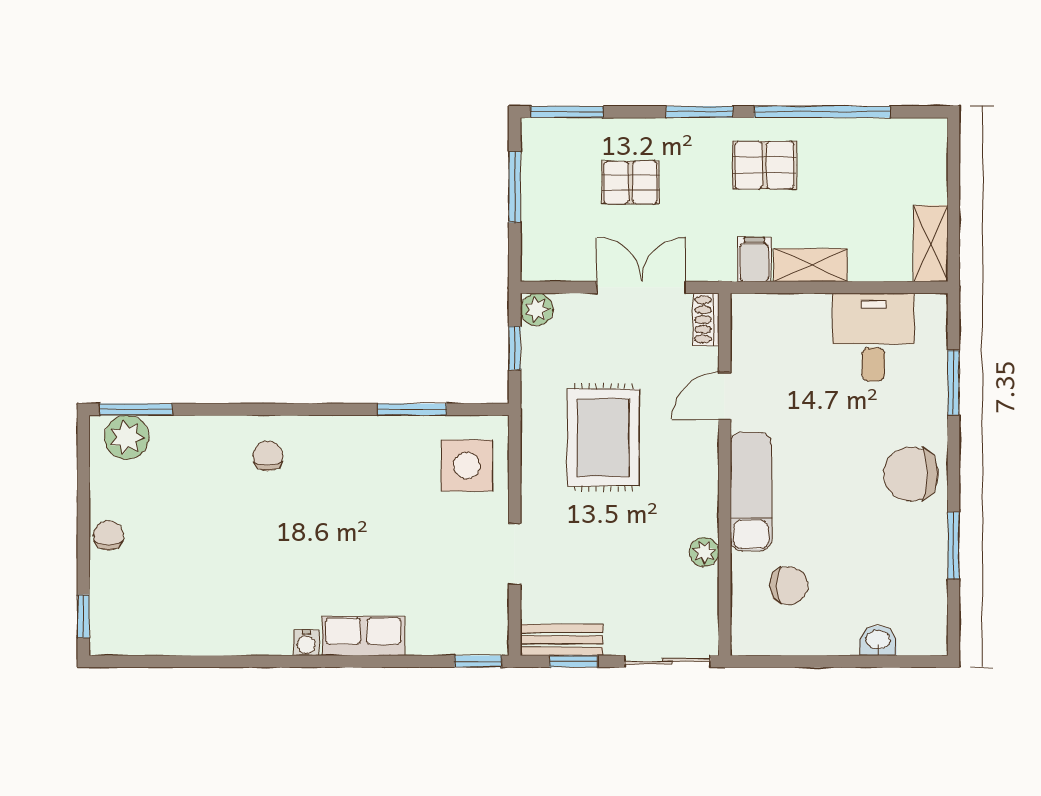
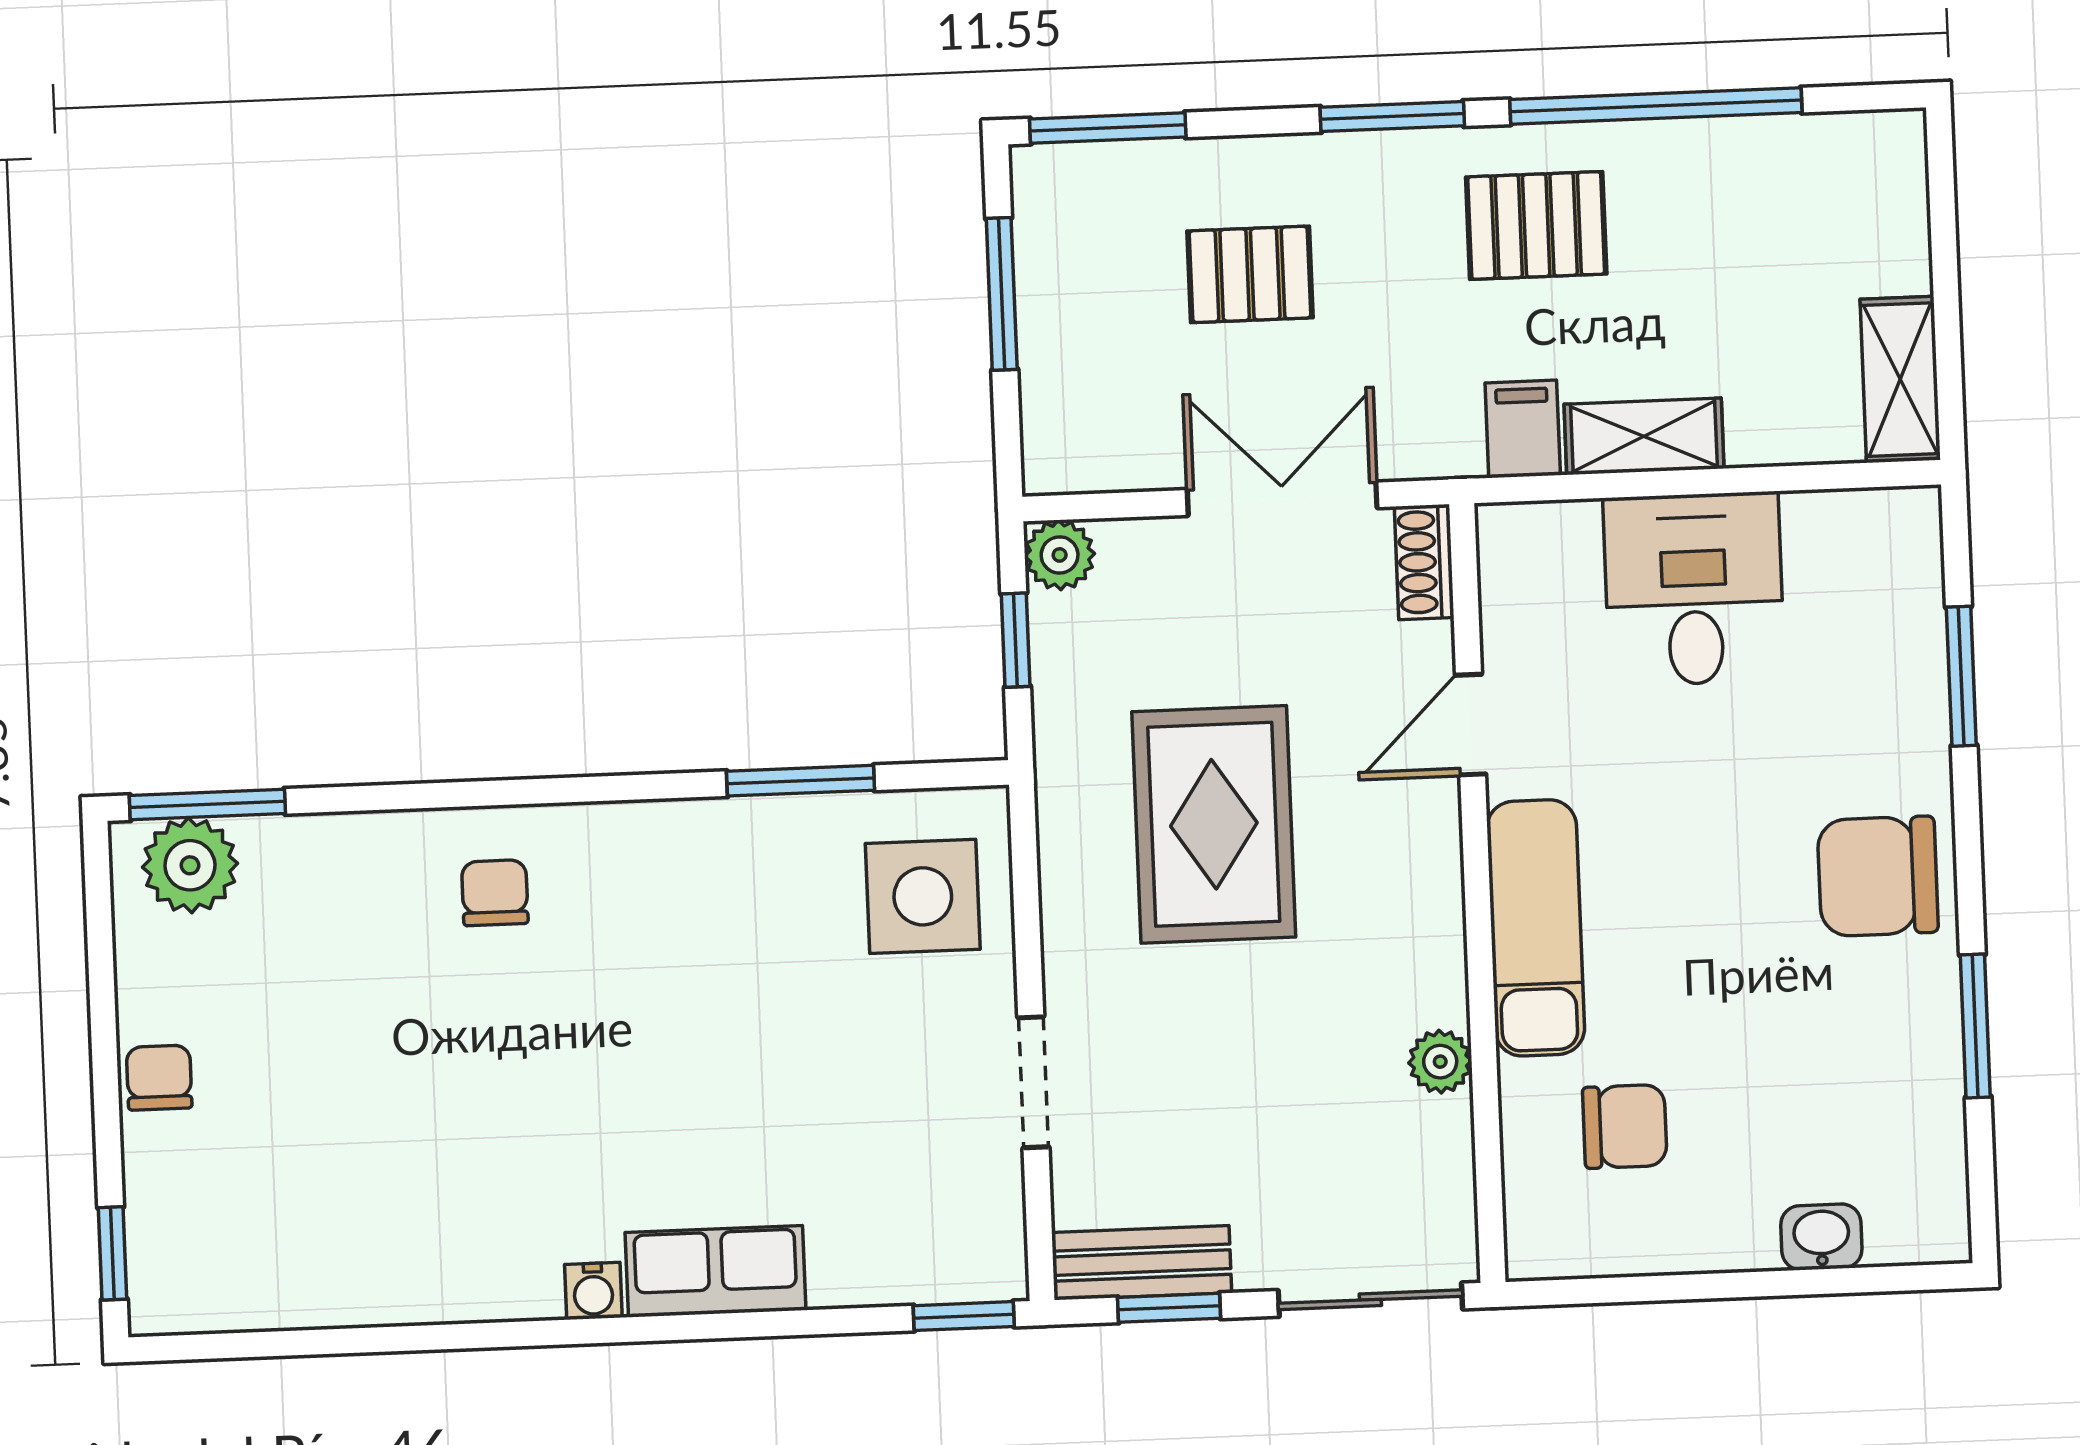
desk: (873, 337) -> (1694, 589), moved

